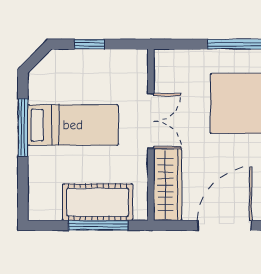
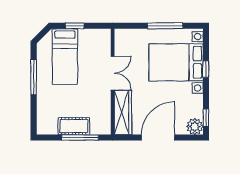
bed: (73, 125) -> (65, 57), moved, turned 90
cot: (98, 202) -> (74, 126), width x0.73, depth x0.75

